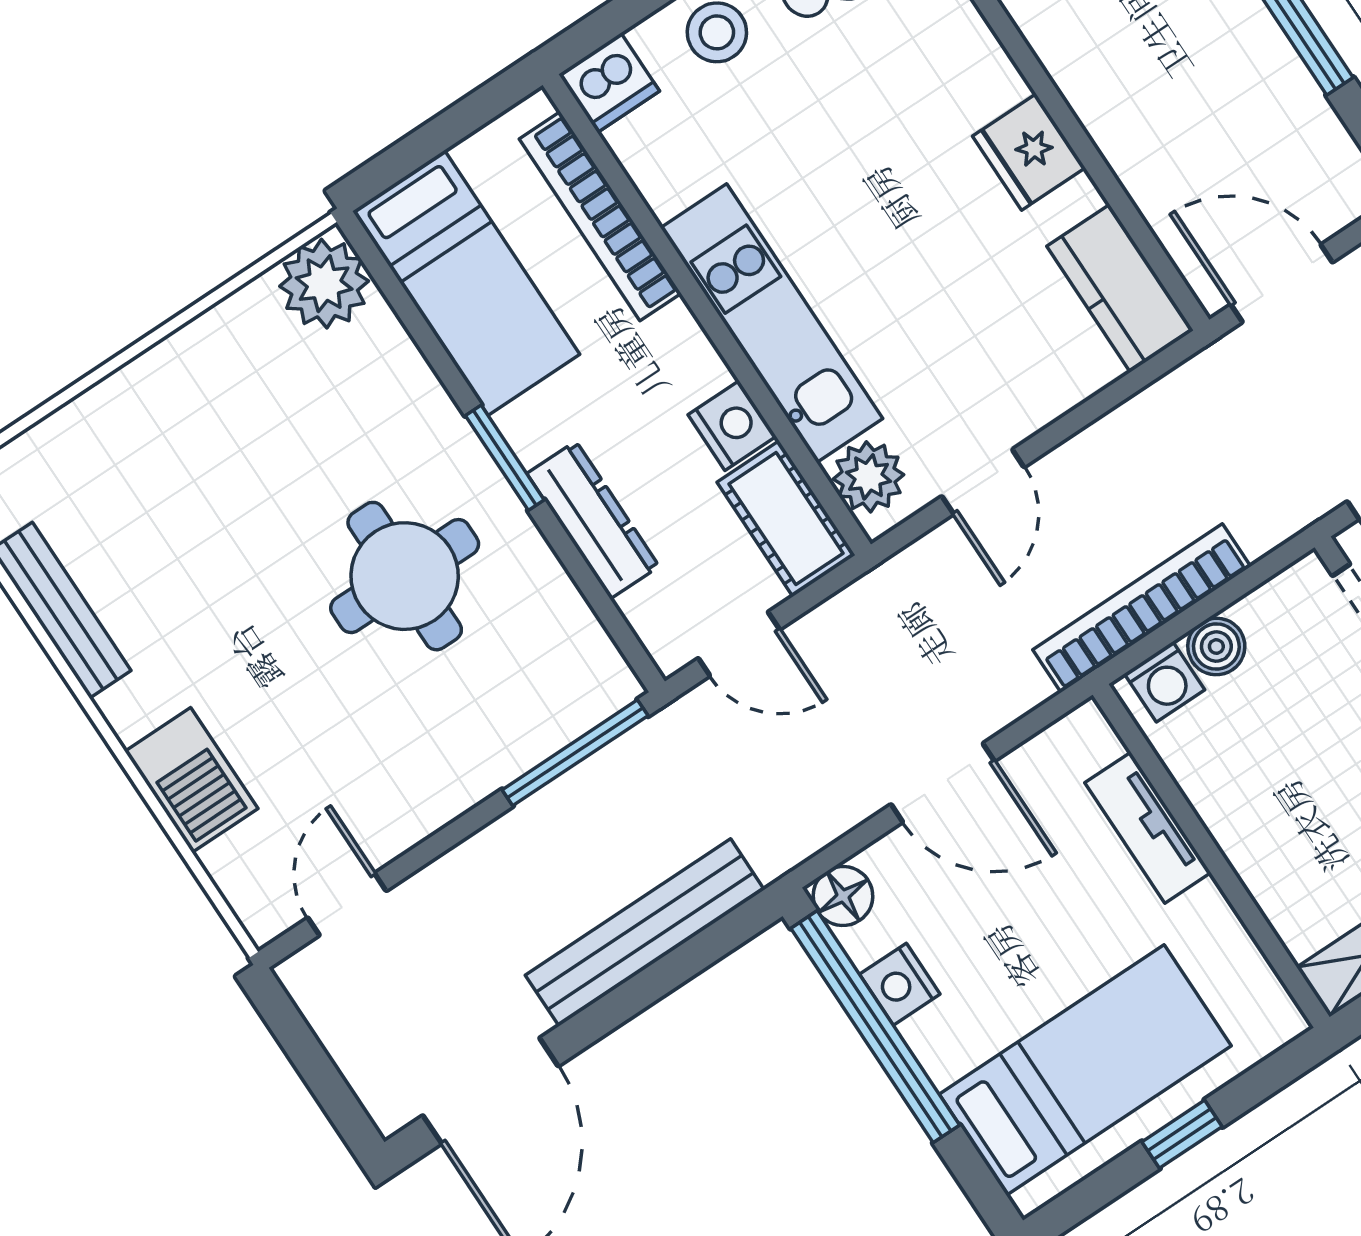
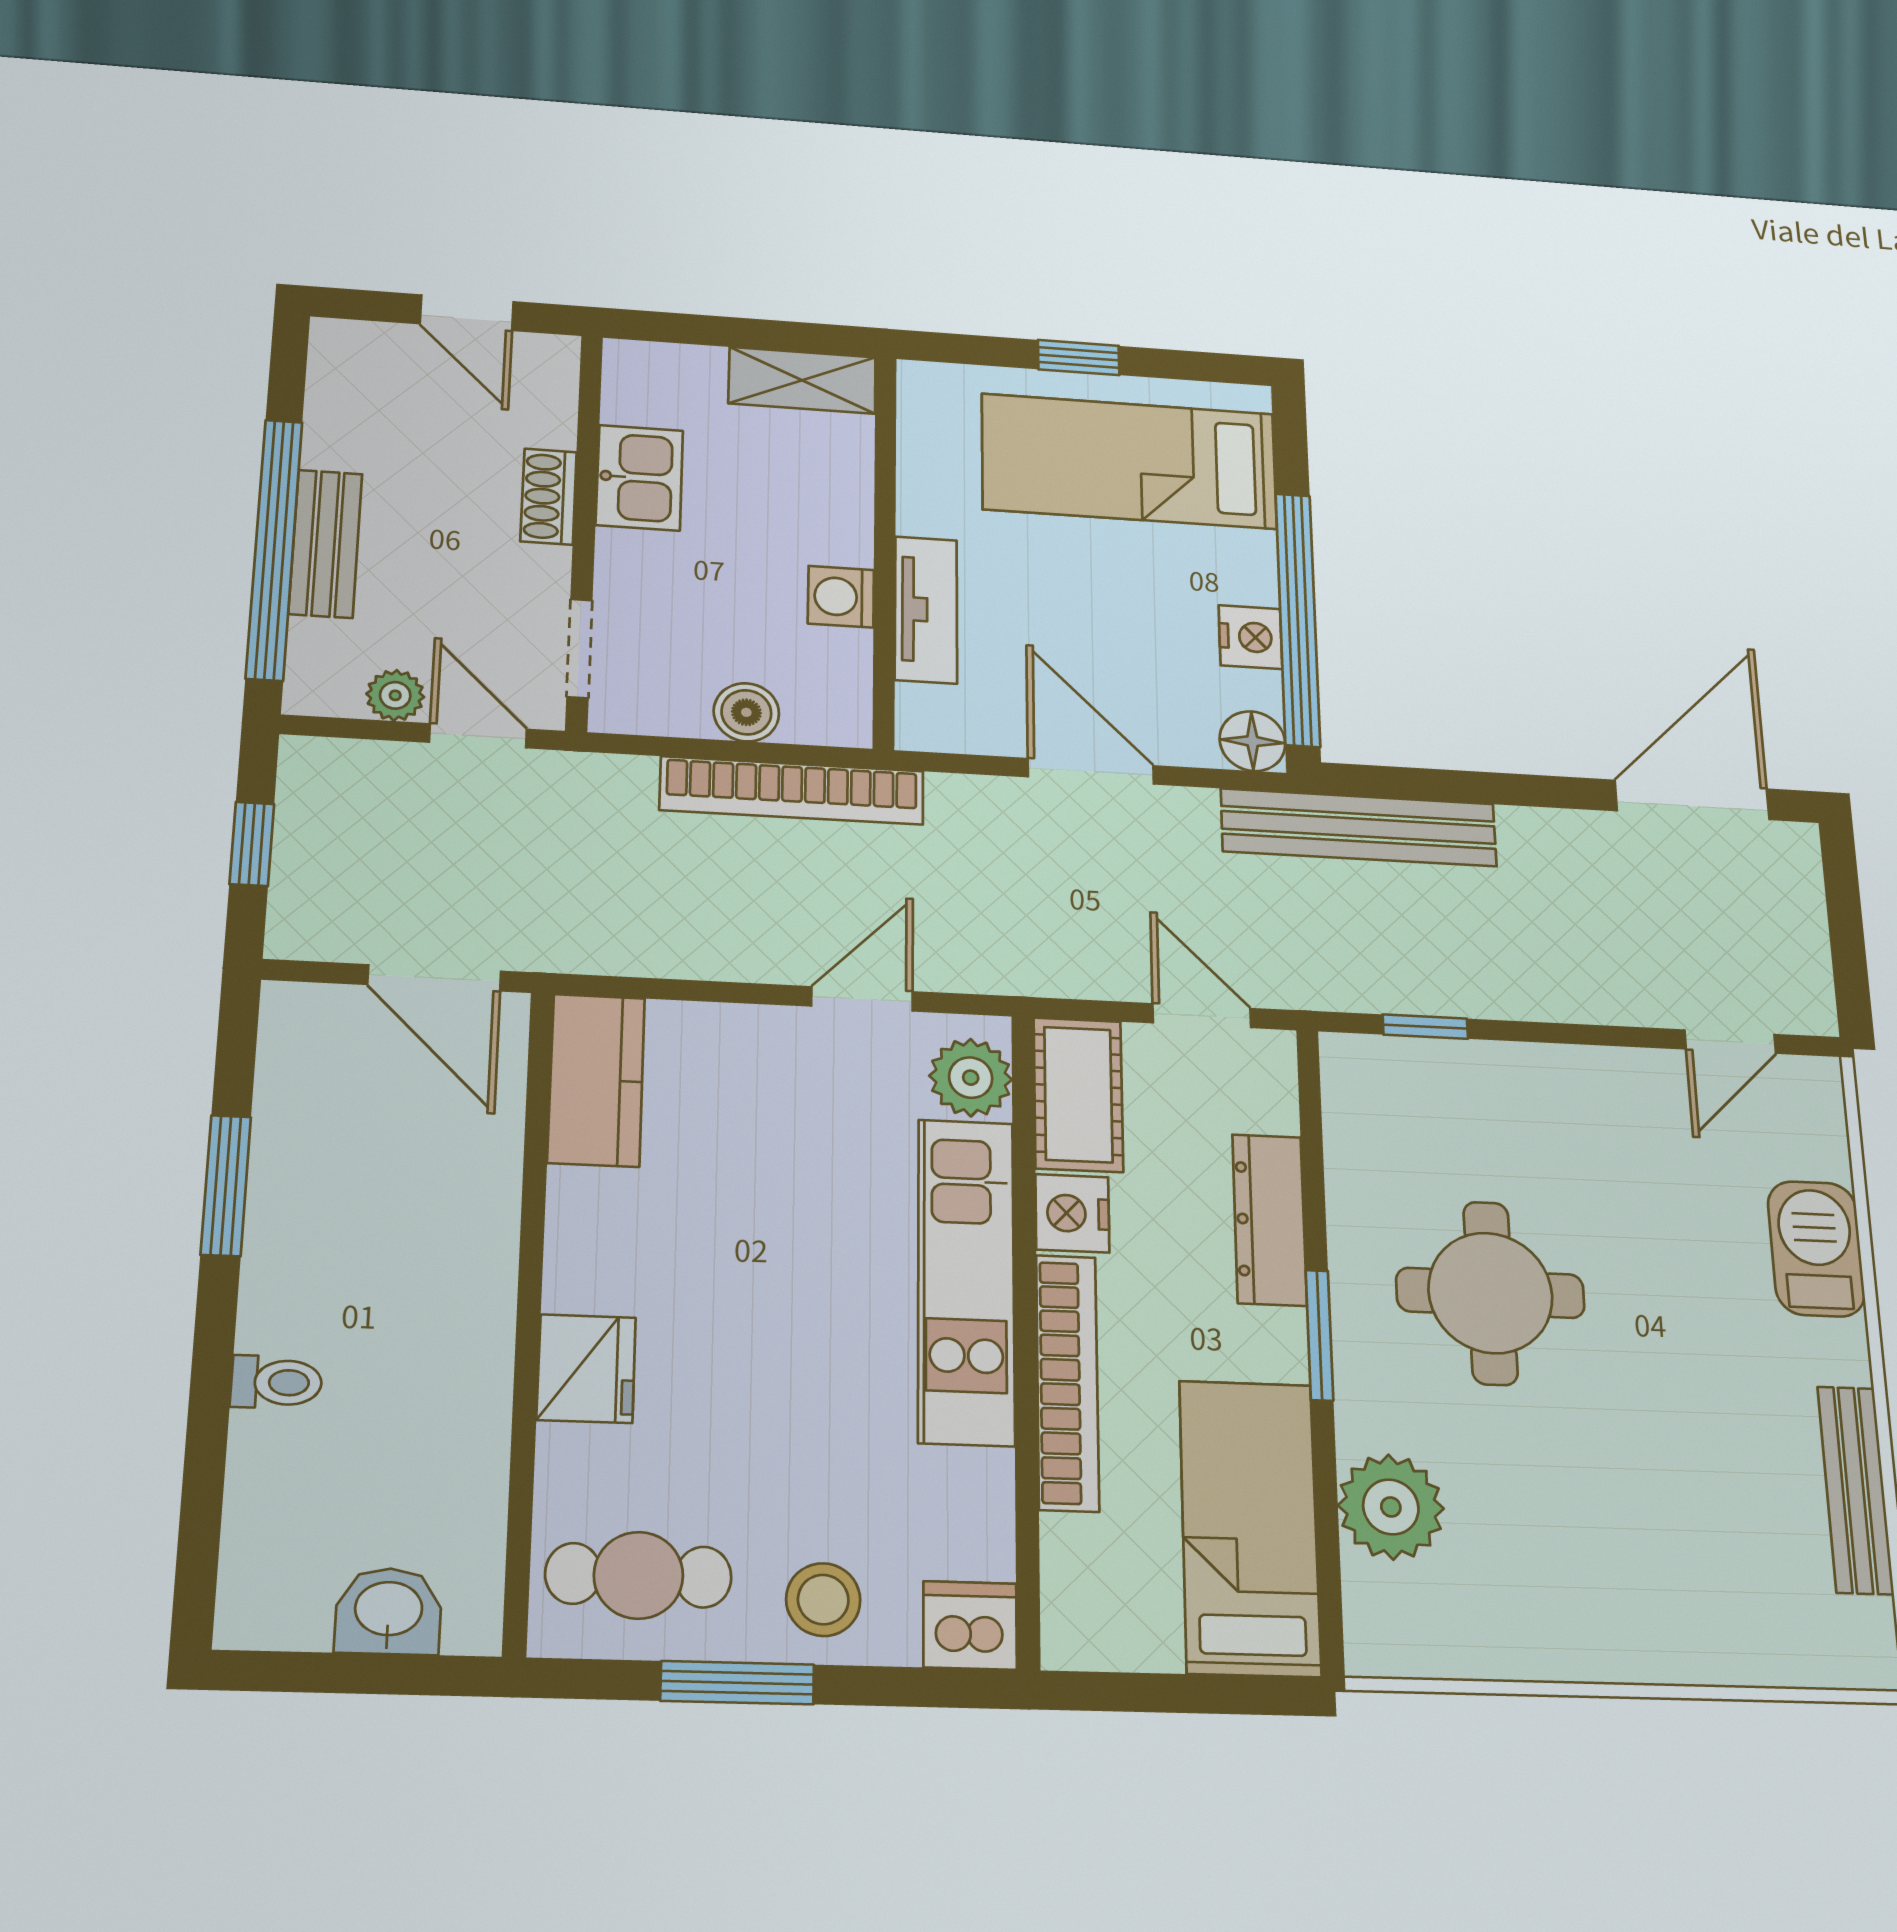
fridge: (1029, 152) -> (586, 1369), moved
bookcase: (600, 216) -> (1067, 1382), moved
plant: (324, 284) -> (1391, 1507), moved
washing machine: (1165, 682) -> (841, 597), moved, turned -90
window: (575, 753) -> (1425, 1027), width x0.46
bench: (645, 932) -> (1359, 828), moved

